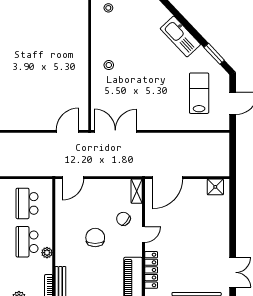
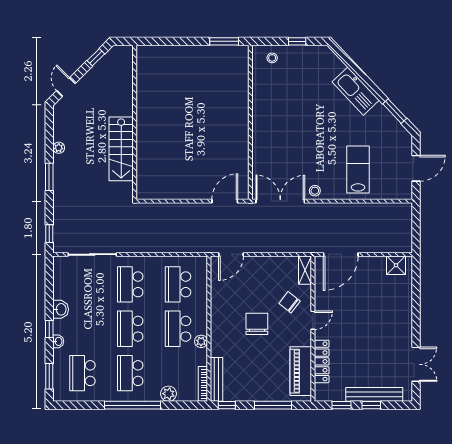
stool: (109, 65) -> (315, 191), moved
lab bench: (199, 93) -> (358, 170), moved

